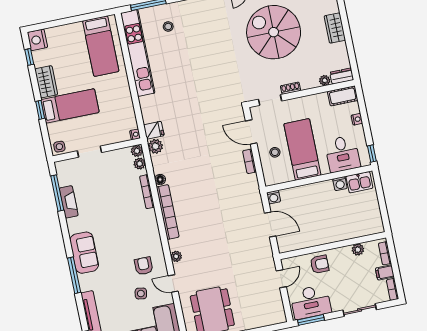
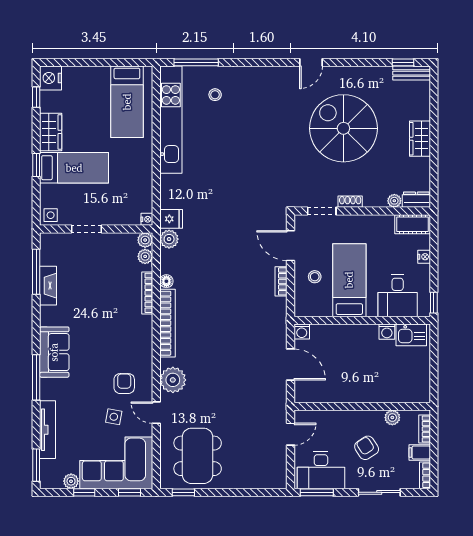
plant: (176, 256) -> (173, 380), width x1.87, depth x1.87
armchair: (320, 264) -> (367, 448), moved, turned -123

